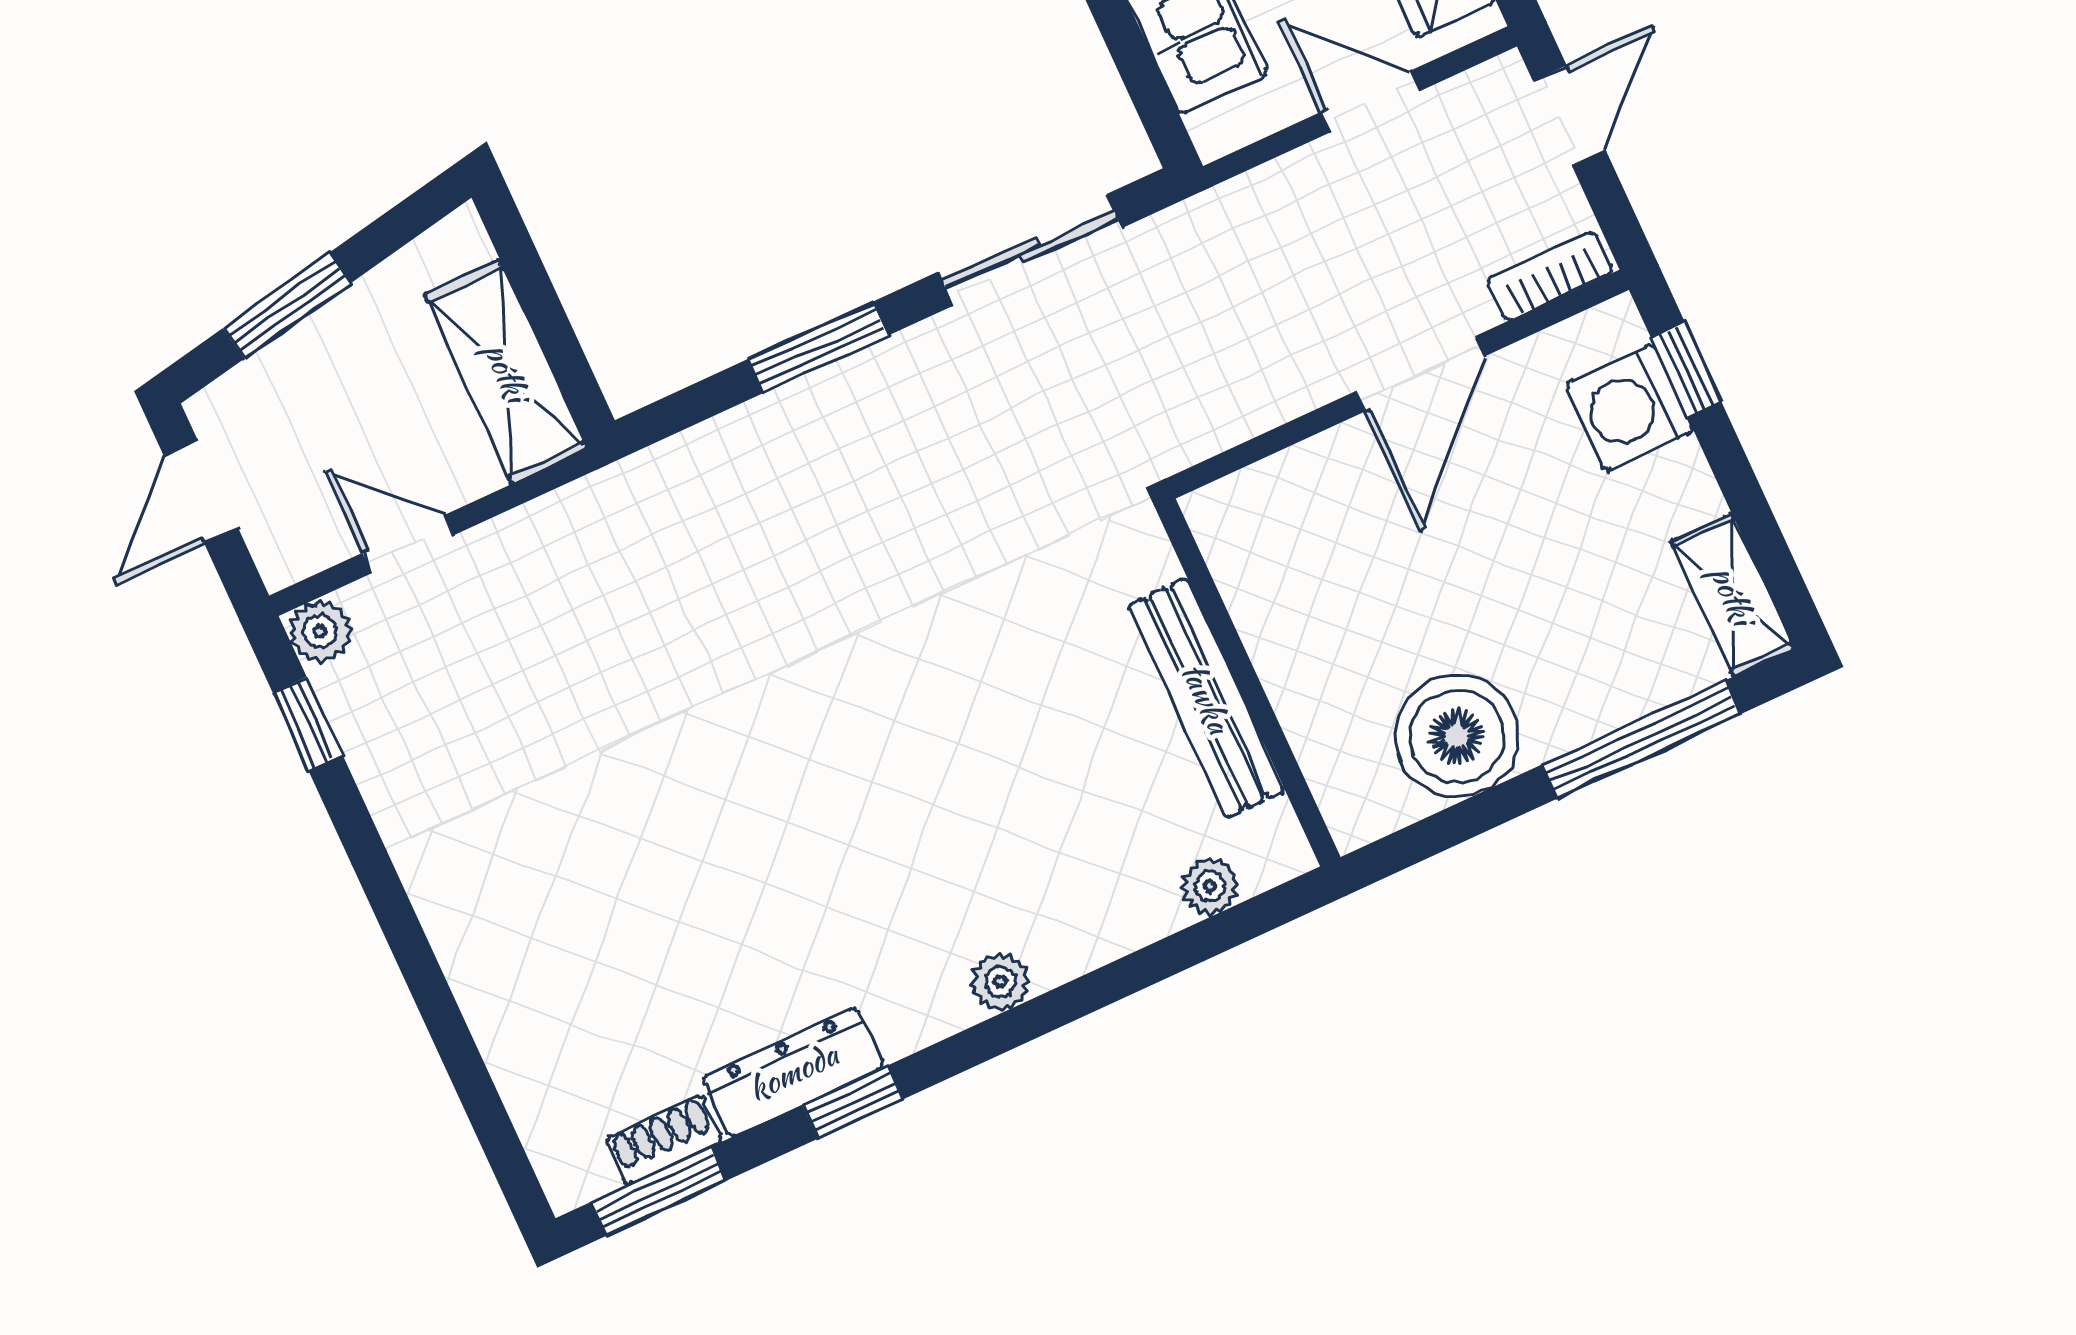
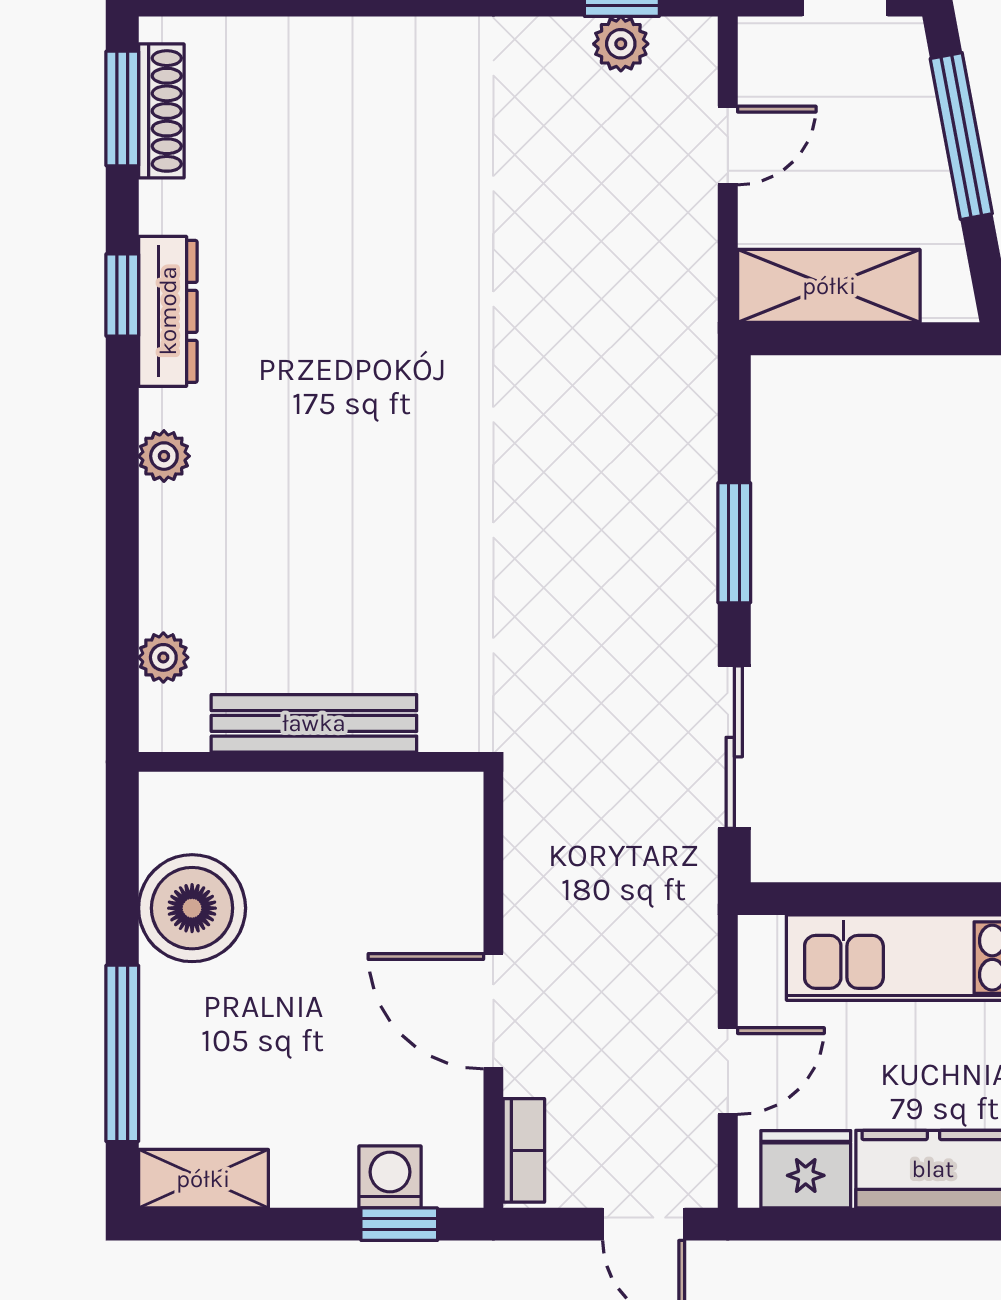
window: (287, 306) -> (961, 136), width x1.44
washing machine: (1629, 408) -> (390, 1177), width x0.73, depth x0.73
plant: (320, 631) -> (621, 44), moved
dresser: (793, 1072) -> (168, 311), moved
shoe rack: (664, 1140) -> (161, 111), width x1.43

